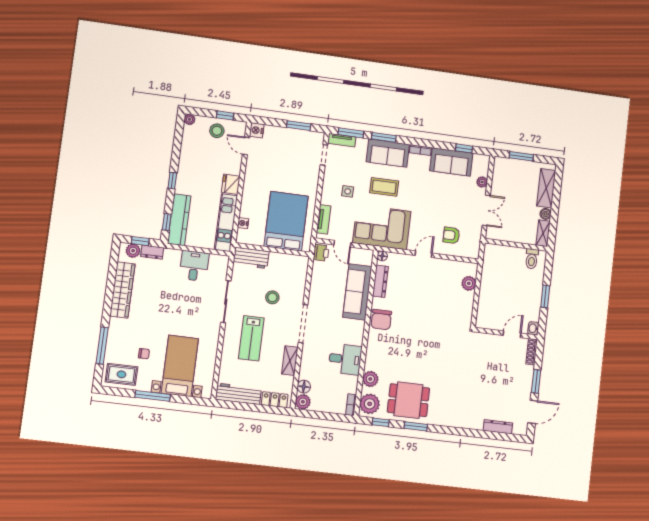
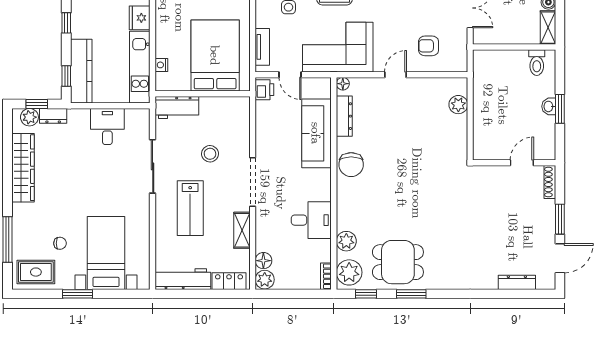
washbasin: (533, 328) -> (549, 106), moved
window: (153, 396) -> (78, 294), width x0.69

